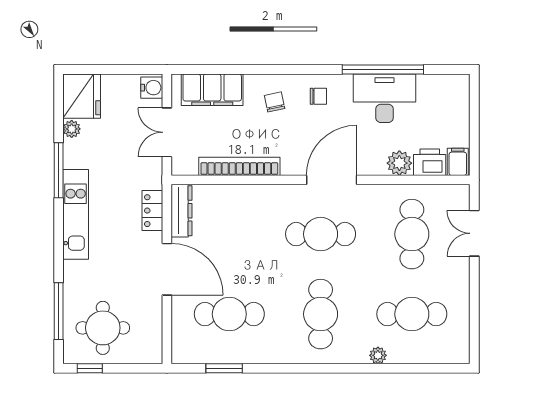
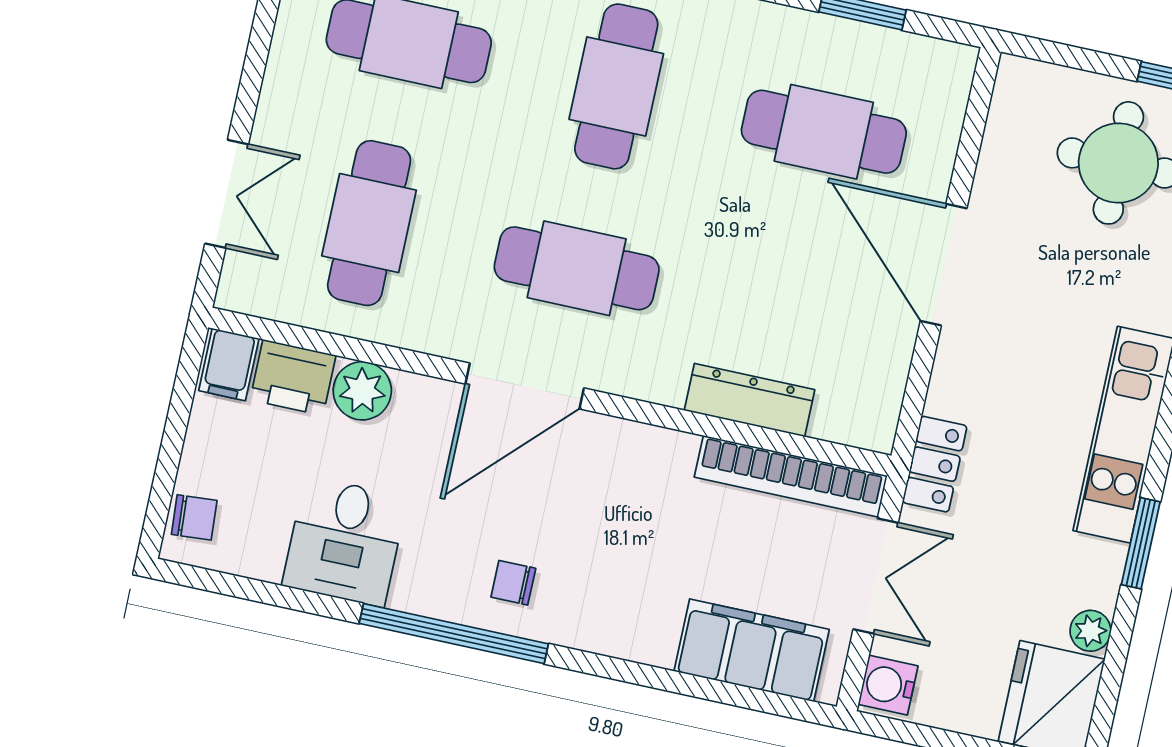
window: (383, 69) -> (454, 634), moved
desk: (384, 98) -> (345, 541), width x0.73
chair: (275, 102) -> (194, 517), moved, turned -82
bookcase: (239, 166) -> (791, 476), moved
window: (59, 170) -> (1141, 543), width x0.69
locker: (152, 211) -> (935, 464), moved
dresser: (182, 211) -> (749, 400), moved, turned 90

